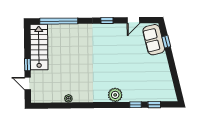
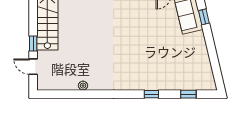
plant: (115, 95) -> (141, 82), removed
window: (135, 105) -> (151, 94), moved

